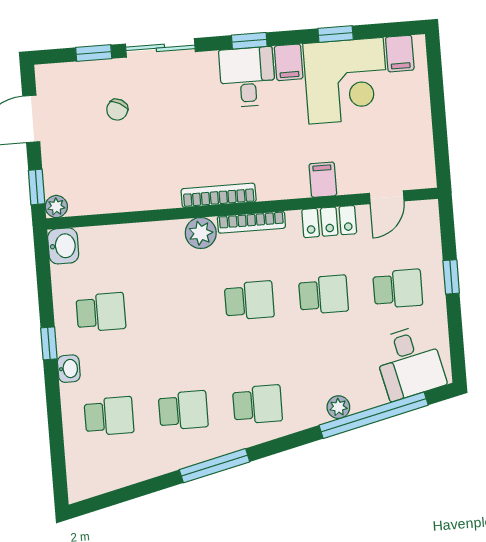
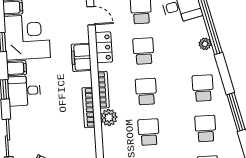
filing cabinet: (323, 180) -> (81, 57), width x2.00
school desk: (175, 306) -> (149, 132), added

